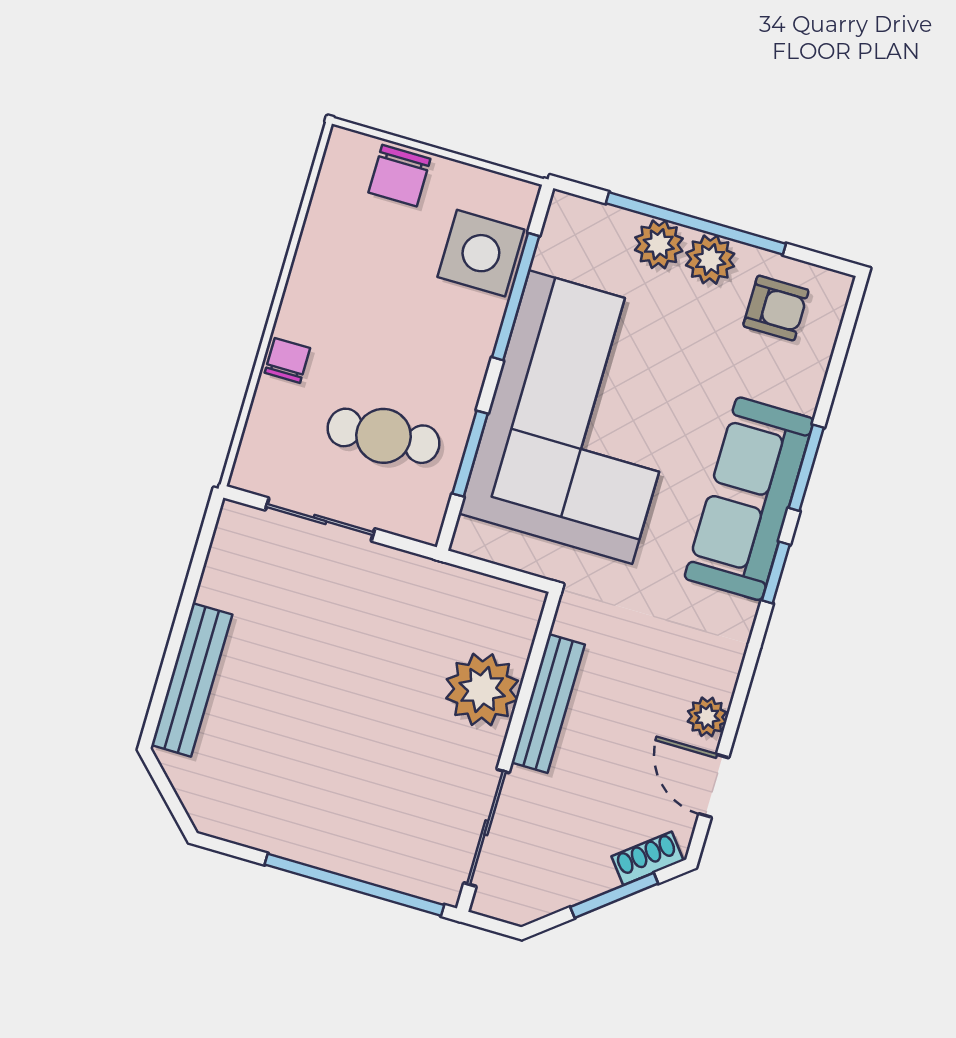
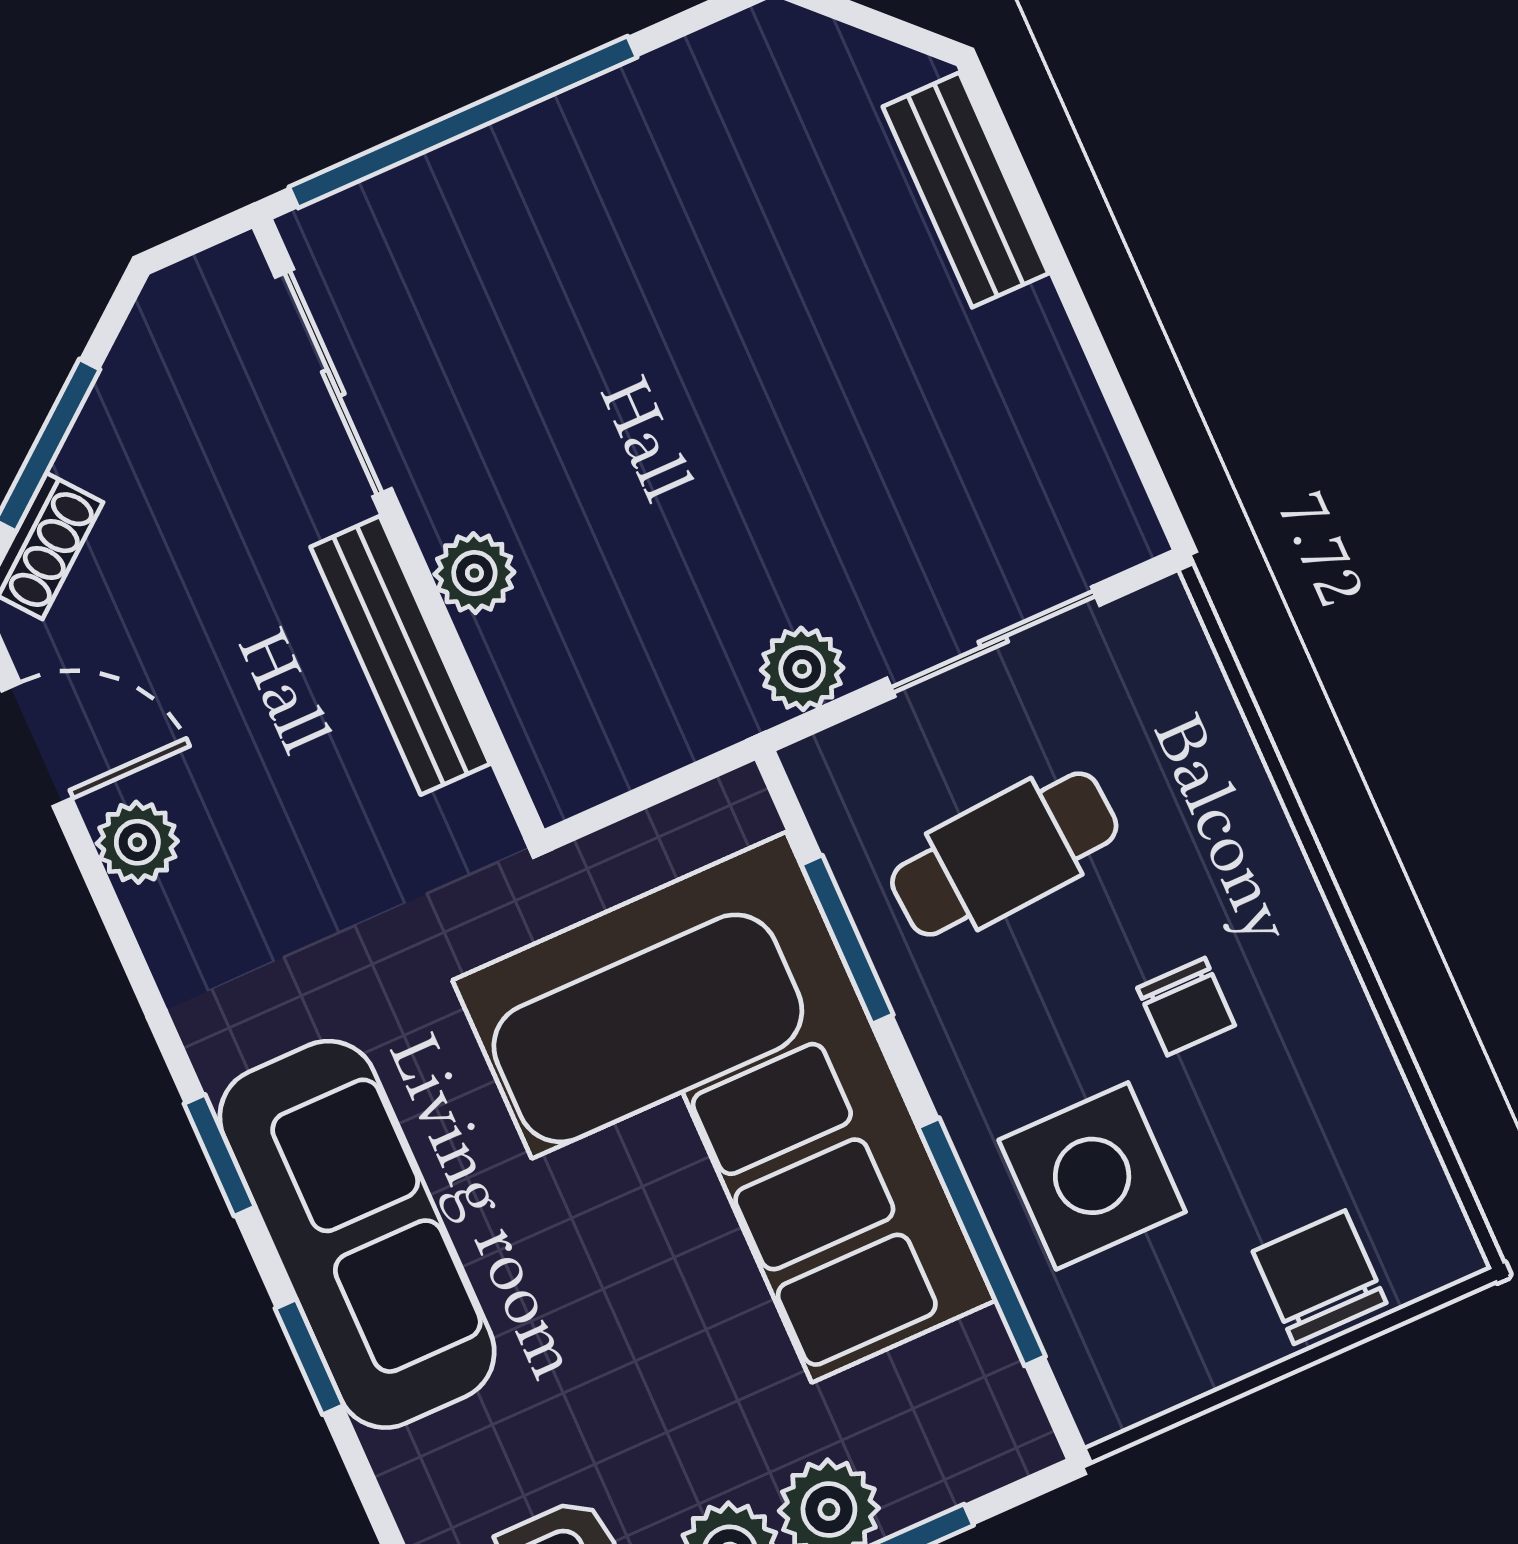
side table: (481, 253) -> (1092, 1176), moved
chair: (287, 360) -> (1186, 1007), moved
window: (806, 468) -> (309, 1357), width x0.67
plant: (401, 570) -> (802, 669), added
bench: (192, 680) -> (966, 190), width x0.73
plant: (482, 690) -> (474, 573), width x0.53, depth x0.53

